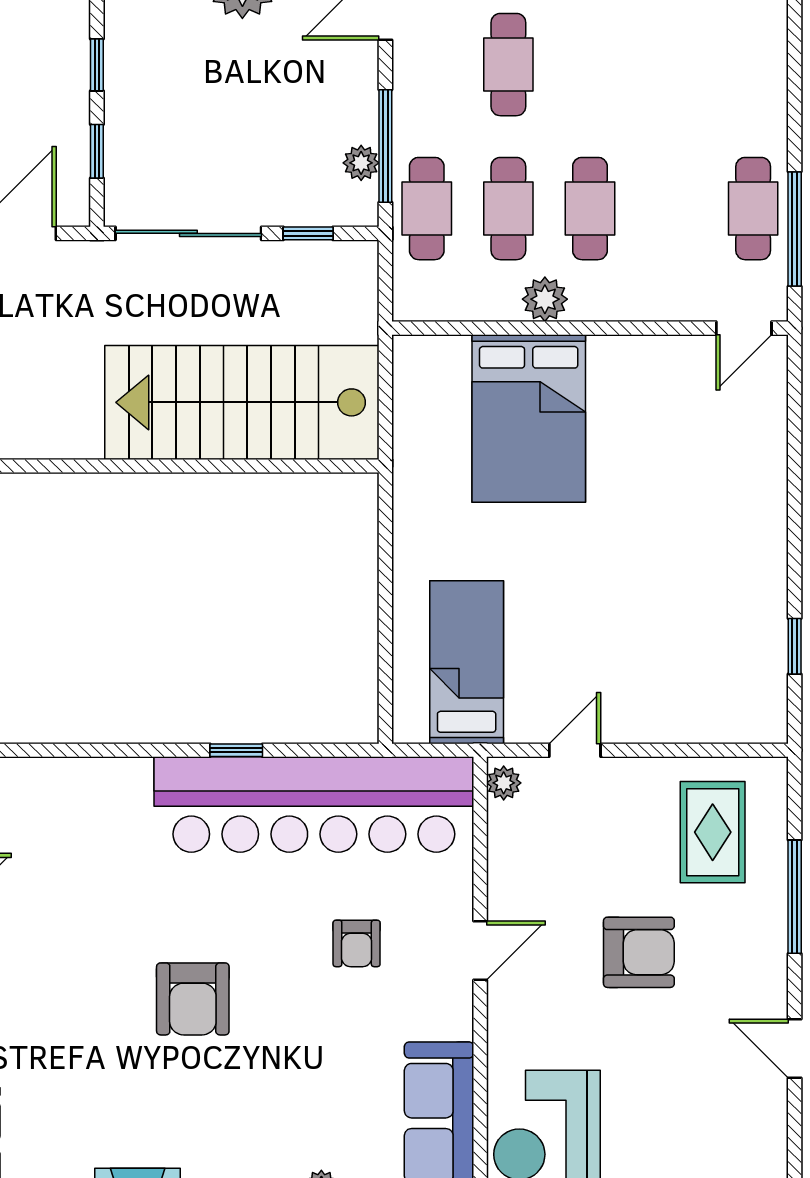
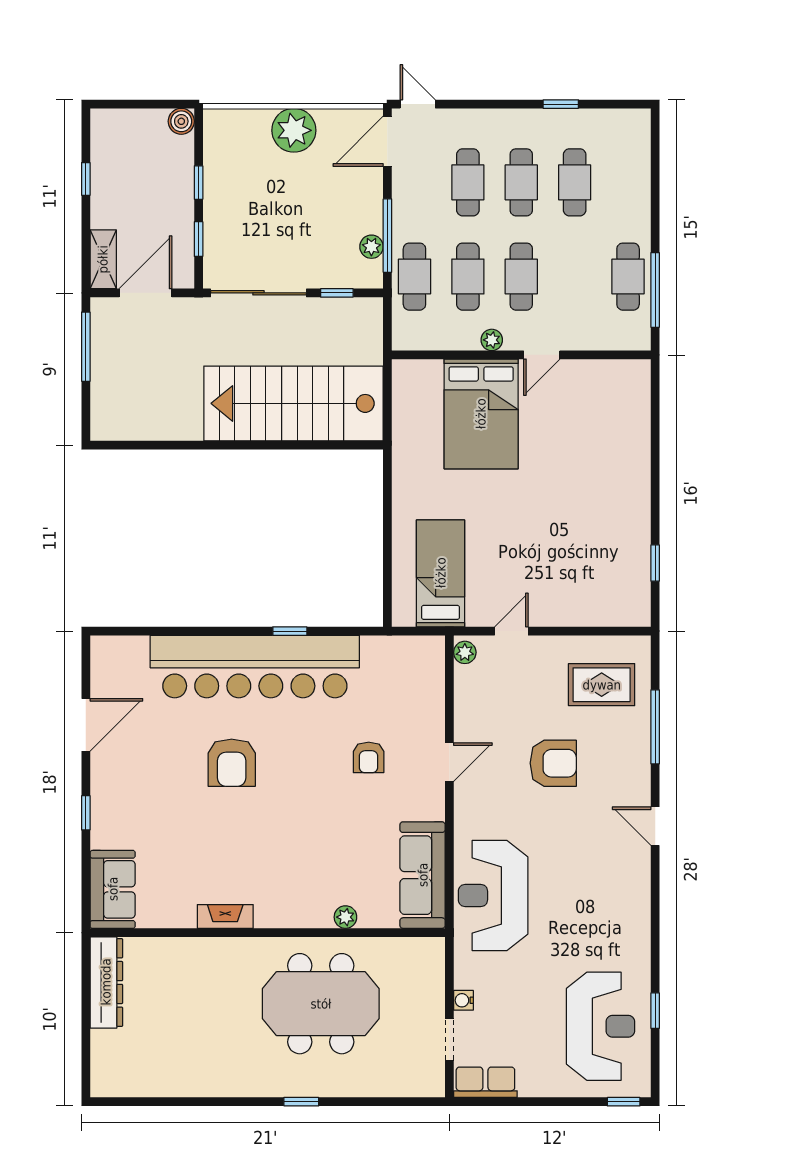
cafe table: (590, 65) -> (521, 182), added
cafe table: (672, 65) -> (575, 182), added
plant: (545, 299) -> (492, 340), width x0.73, depth x0.73
door: (744, 328) -> (542, 355), moved
bar counter: (314, 805) -> (255, 667), moved
rug: (713, 832) -> (602, 685), turned 90
armchair: (193, 999) -> (232, 763), moved

